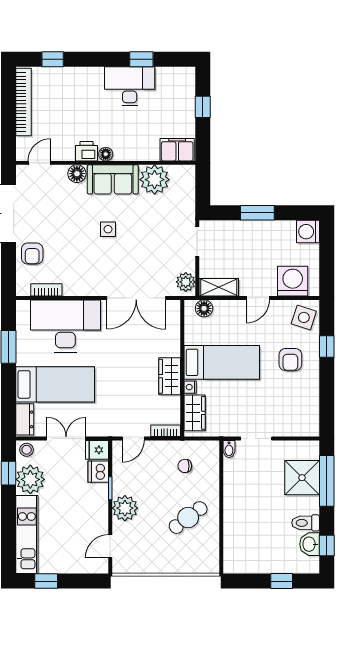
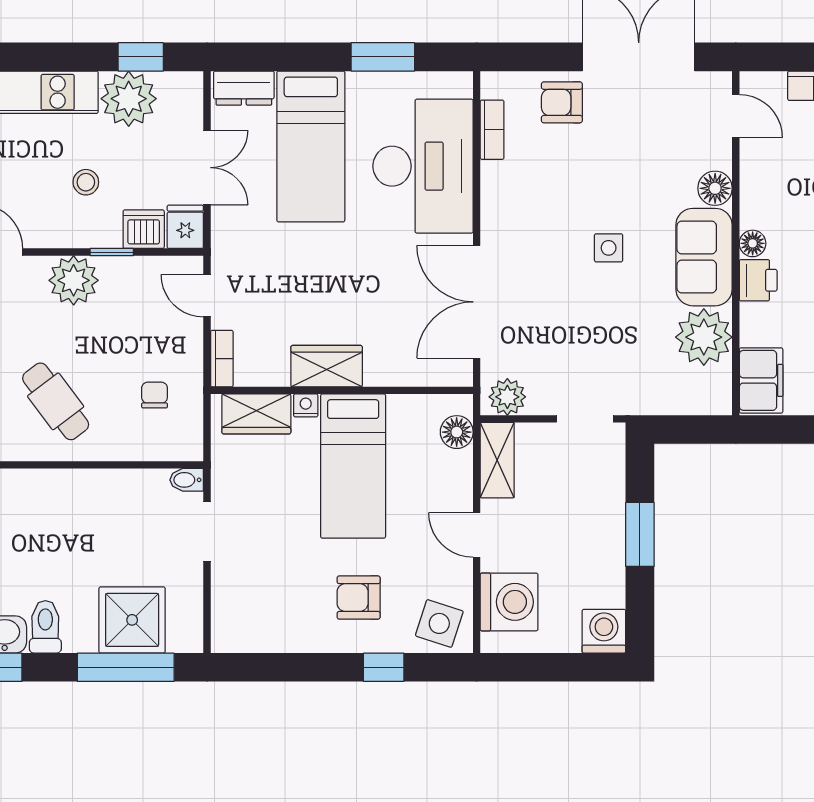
printer: (86, 151) -> (758, 280), moved
stool: (27, 450) -> (86, 182), moved

